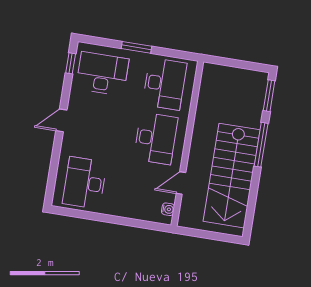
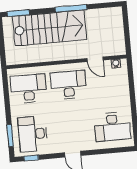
window: (136, 47) -> (10, 136), moved
window: (261, 145) -> (71, 8), moved
stairs: (232, 176) -> (49, 28), moved

